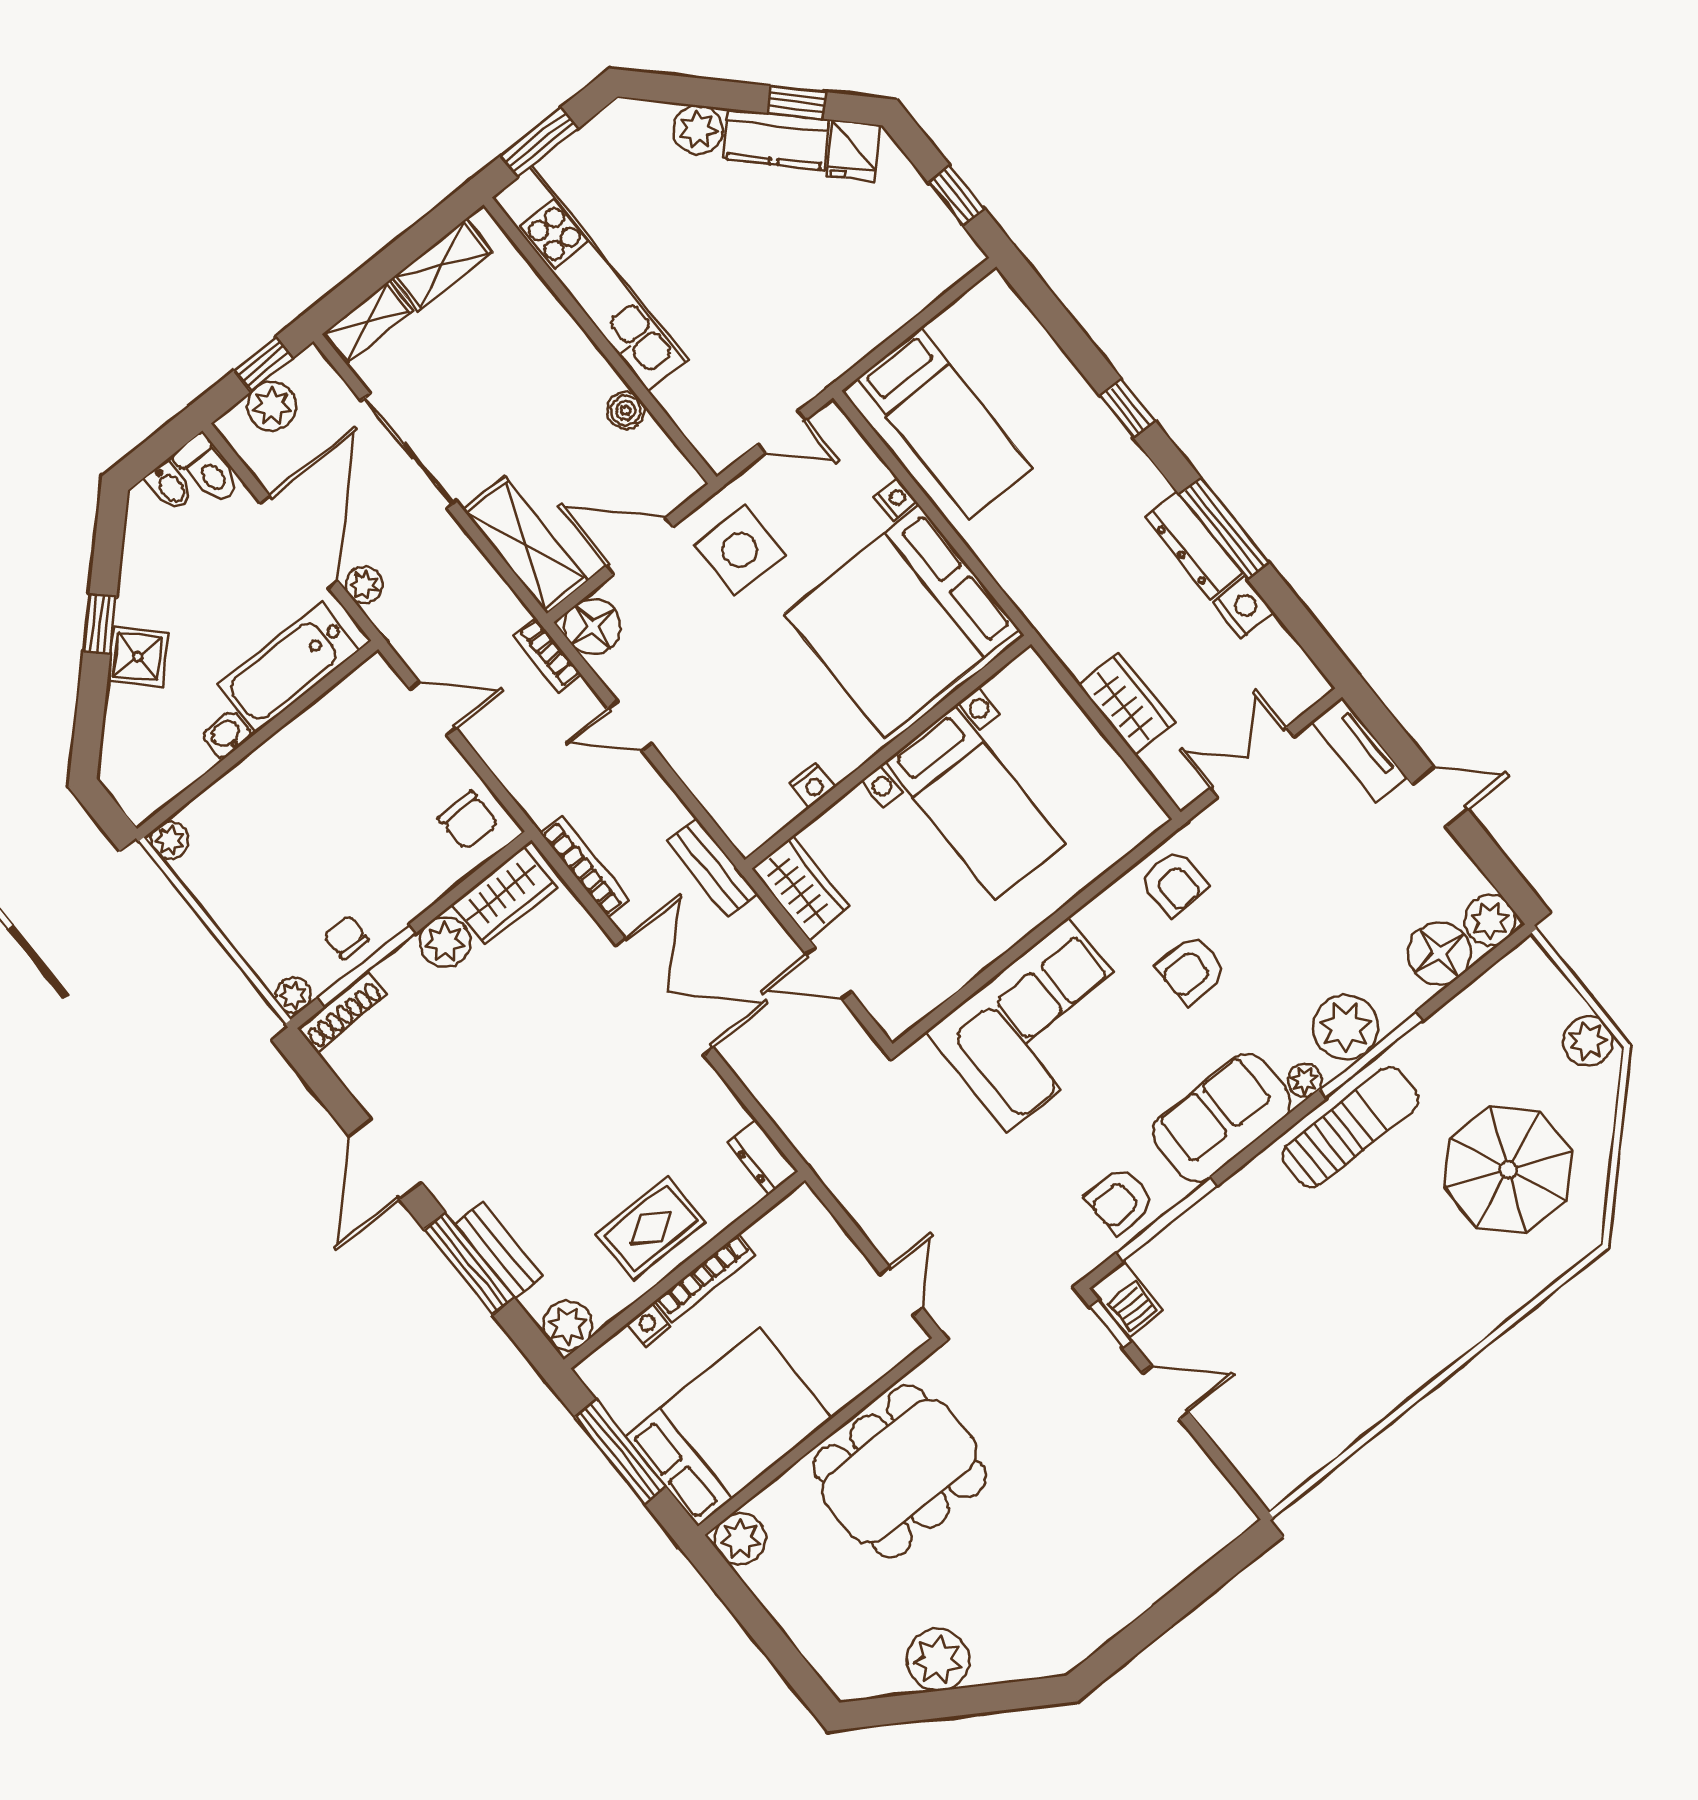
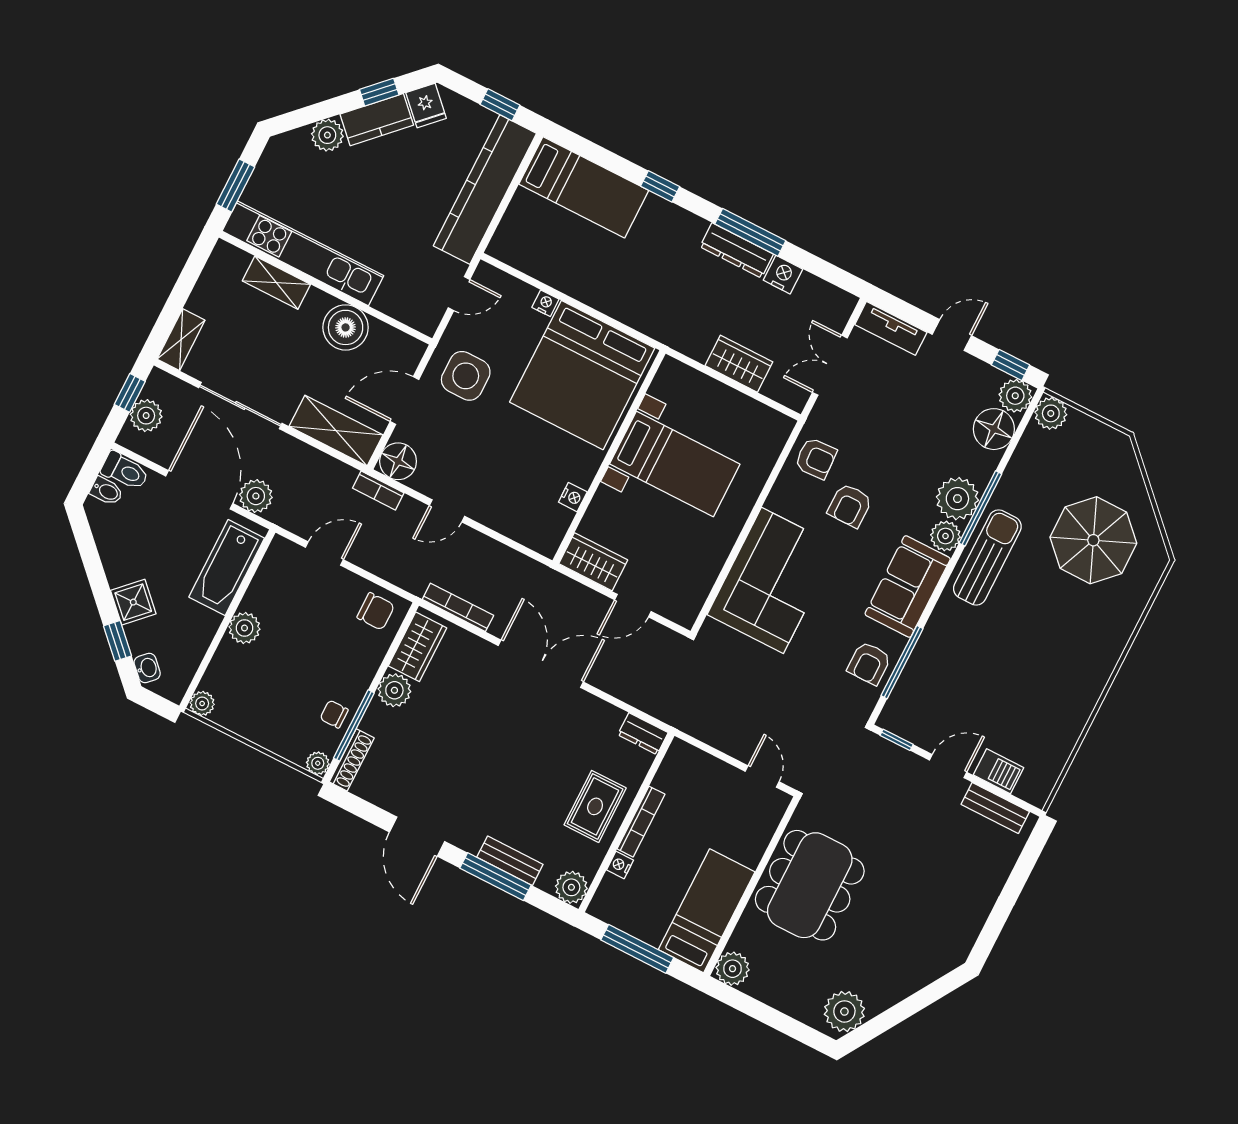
shelving: (442, 265) -> (276, 283), moved, turned 90
kitchen counter: (883, 304) -> (485, 190), added
boiler: (626, 410) -> (346, 327), width x1.86, depth x1.86
bed: (945, 424) -> (584, 187), moved
plant: (364, 585) -> (256, 496), width x1.38, depth x1.38
window: (100, 624) -> (117, 641), moved
washbasin: (227, 735) -> (147, 668), moved, turned 135
plant: (276, 762) -> (244, 628), added
bench: (713, 867) -> (995, 808), moved
window: (1502, 875) -> (1011, 365), added
plant: (1588, 1041) -> (1051, 413), moved
plant: (1305, 1080) -> (945, 536), width x1.38, depth x1.38
barbecue: (1127, 1299) -> (999, 771), moved
bed: (728, 1427) -> (707, 911), width x0.67
plant: (938, 1660) -> (844, 1011), moved

